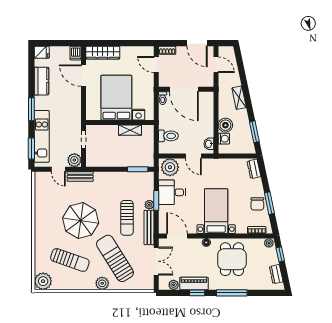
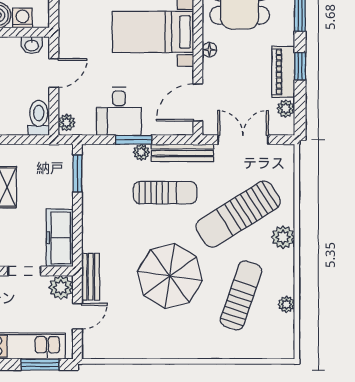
toilet: (168, 136) -> (39, 118), moved
freezer: (102, 159) -> (60, 238), added
plant: (170, 167) -> (67, 123), width x0.53, depth x0.53
plant: (43, 281) -> (286, 304), moved, width x0.53, depth x0.53

